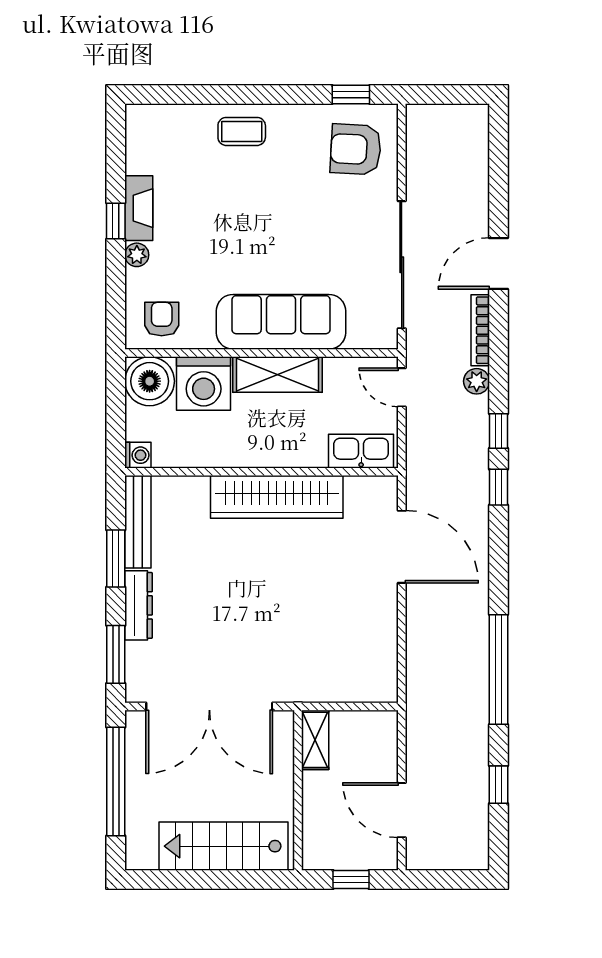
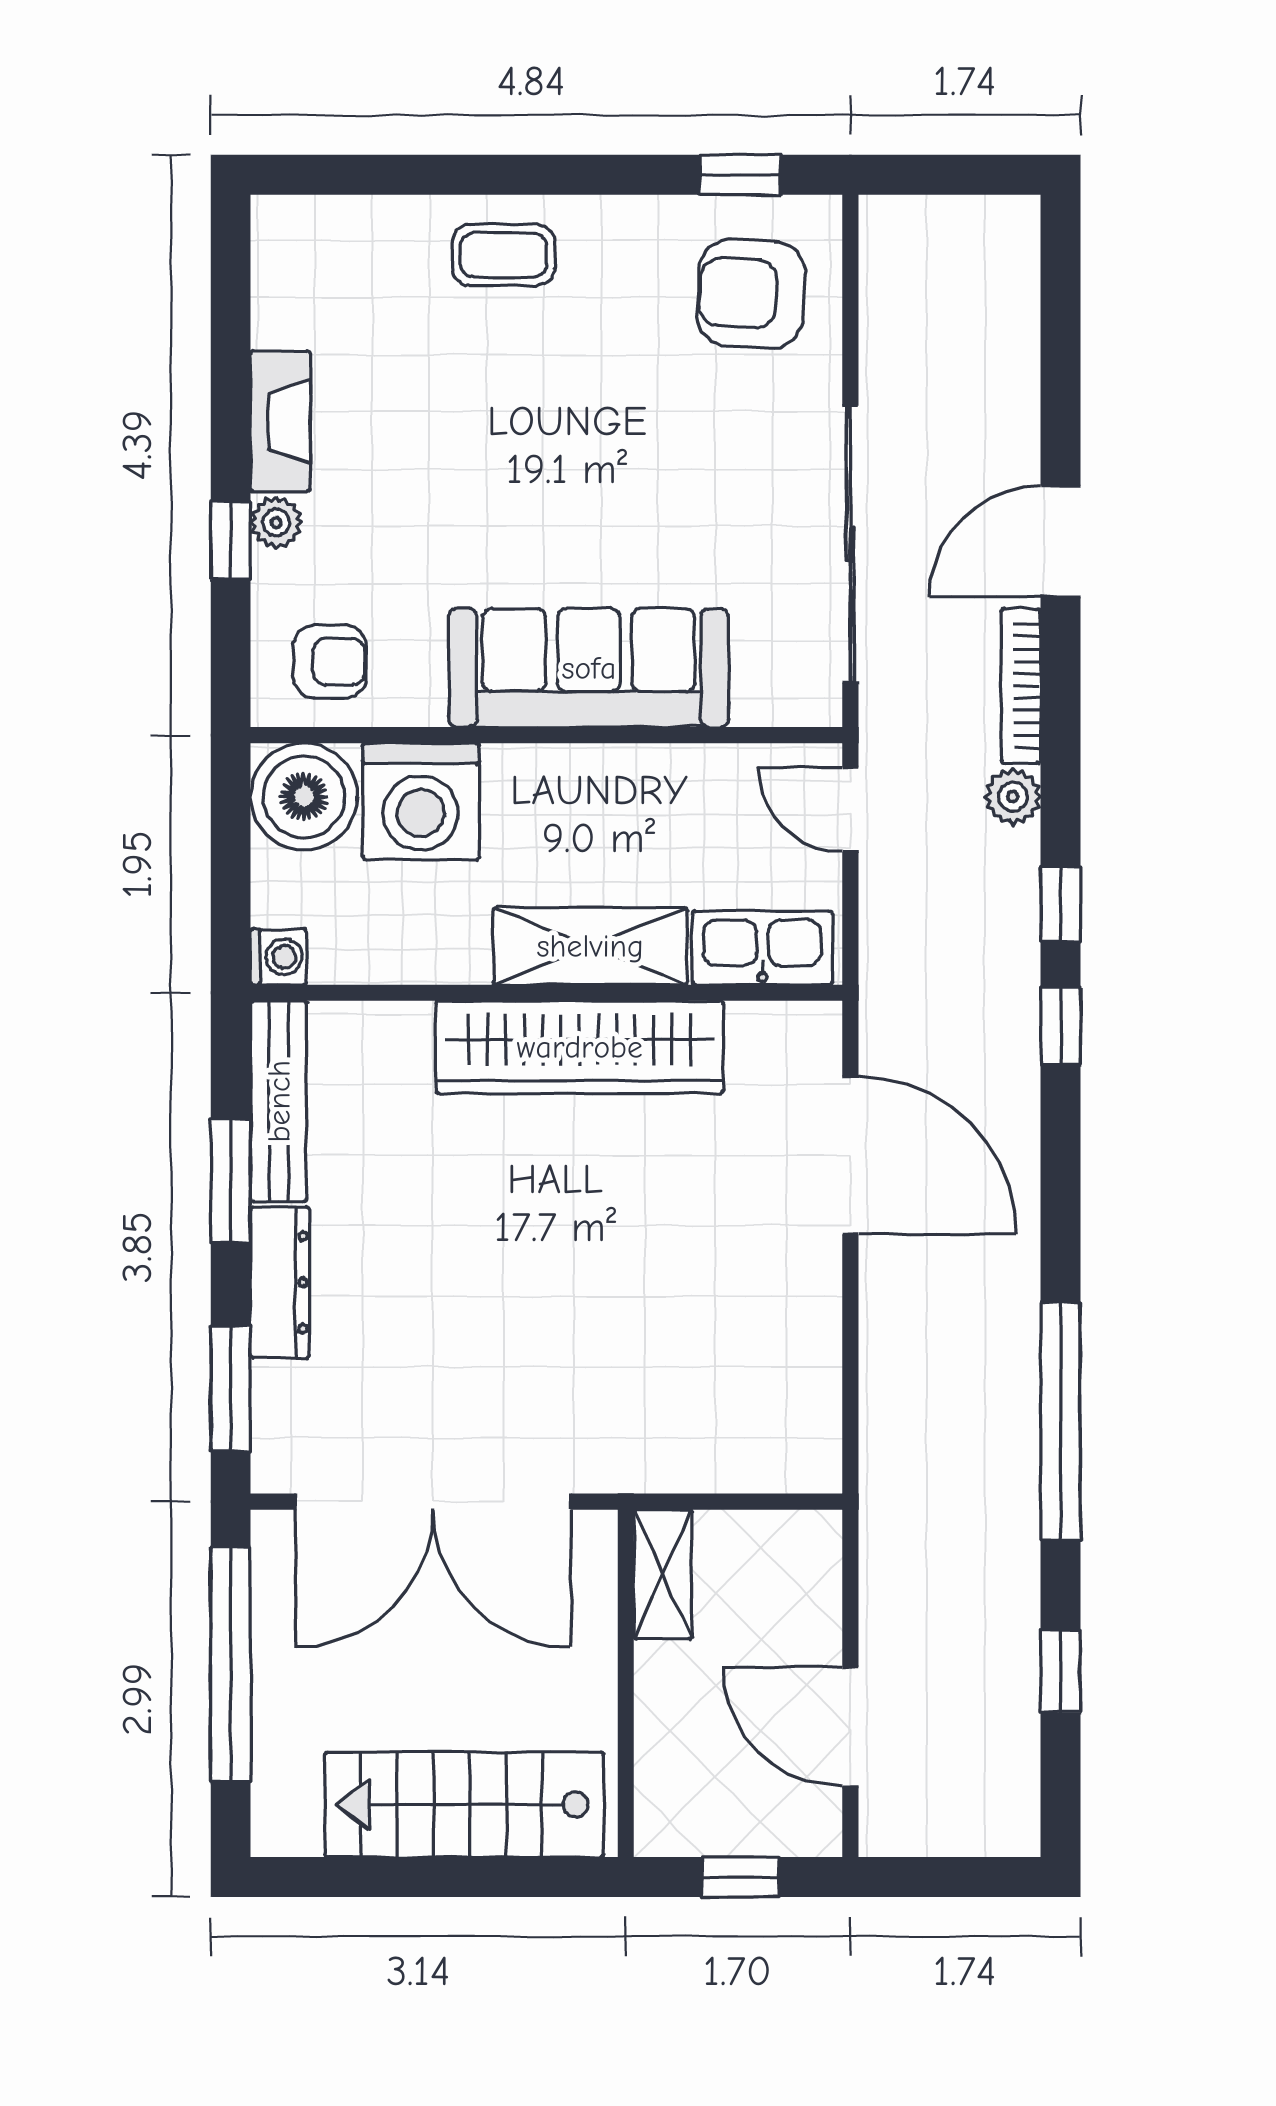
window: (116, 221) -> (231, 540), moved
armchair: (162, 319) -> (330, 662), turned 90
shelving: (278, 374) -> (590, 946), moved

